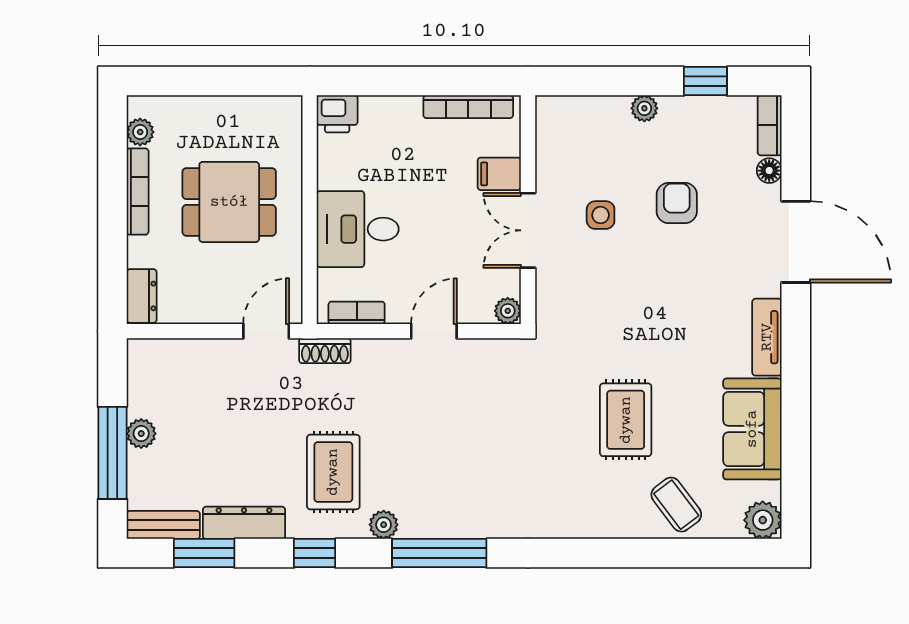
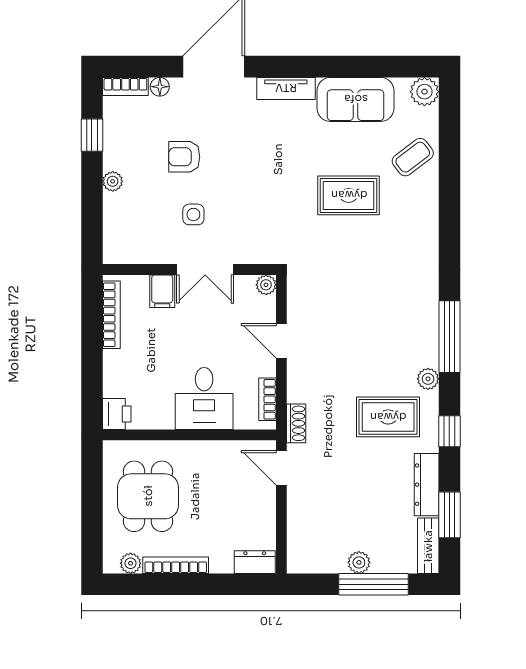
dining table: (229, 202) -> (148, 496), moved

